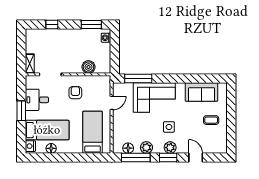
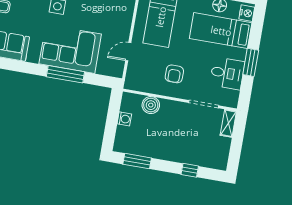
washing machine: (106, 38) -> (124, 119), moved
window: (138, 79) -> (65, 74), moved

